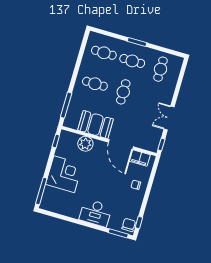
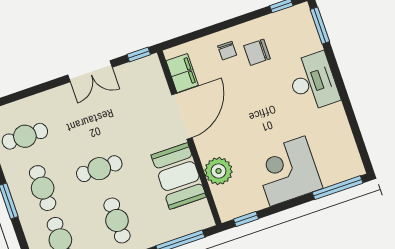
chair: (129, 225) -> (257, 52), moved

